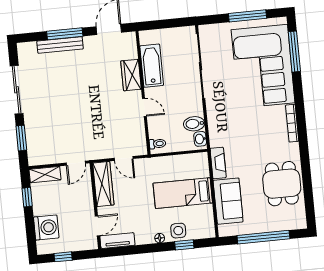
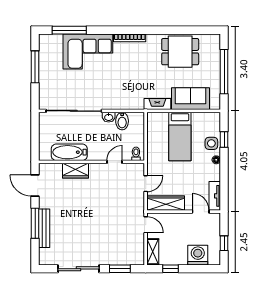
corner sofa: (263, 66) -> (88, 51), width x0.73, depth x0.74
door: (144, 107) -> (114, 162), moved
washbasin: (200, 139) -> (109, 117), moved

